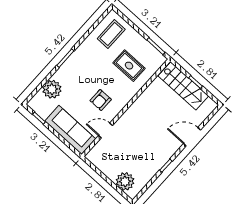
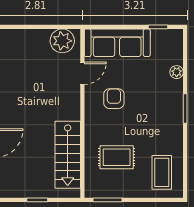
stairs: (183, 86) -> (68, 155), moved, turned -90
plant: (52, 89) -> (177, 72), width x0.53, depth x0.53
plant: (125, 181) -> (62, 41), moved

